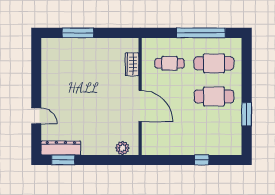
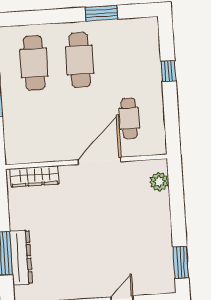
cafe table: (169, 63) -> (129, 118), moved
wardrobe: (132, 64) -> (35, 176), width x1.50
dresser: (61, 148) -> (21, 257), moved, turned 180

